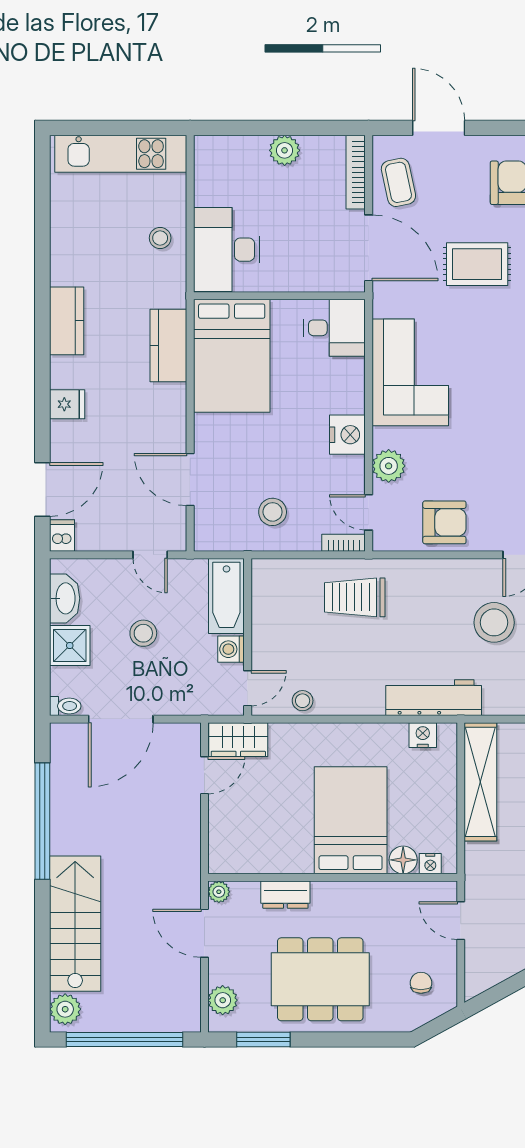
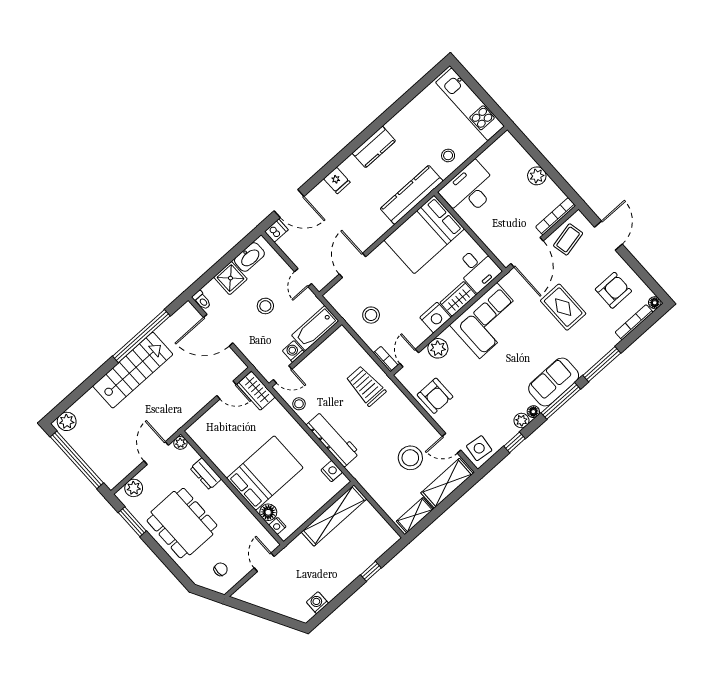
kitchen counter: (168, 345) -> (412, 195), width x1.50
wardrobe: (349, 386) -> (458, 299), added
workbench: (434, 698) -> (333, 439), moved
stairs: (75, 924) -> (133, 370), moved

